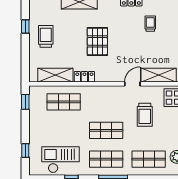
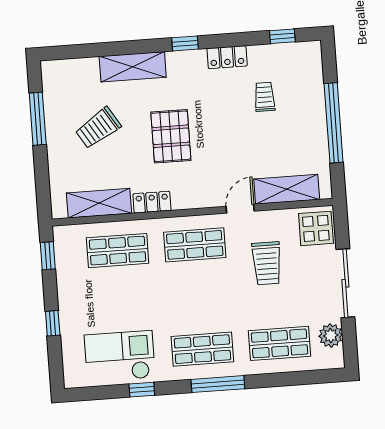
window: (25, 26) -> (38, 119), width x2.17
trolley: (46, 36) -> (98, 128), moved, turned -122
shop shelf: (106, 130) -> (195, 245), moved
window: (25, 150) -> (53, 323), moved

